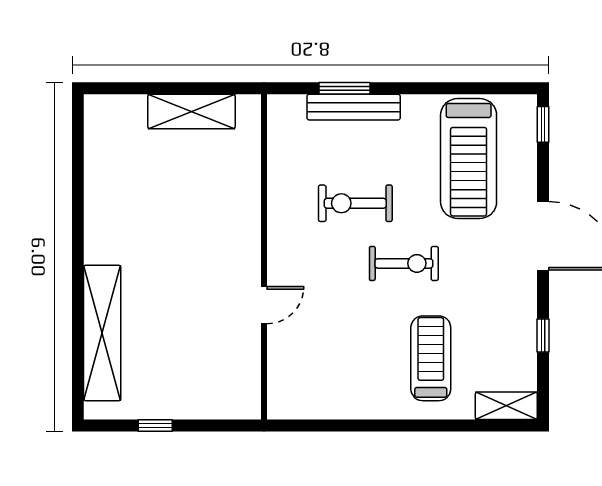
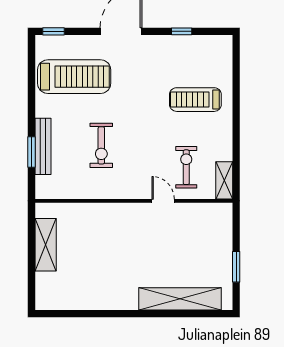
exercise bike: (404, 263) -> (186, 167), moved
shelving: (506, 406) -> (224, 180), moved
window: (155, 425) -> (236, 267), width x1.50

